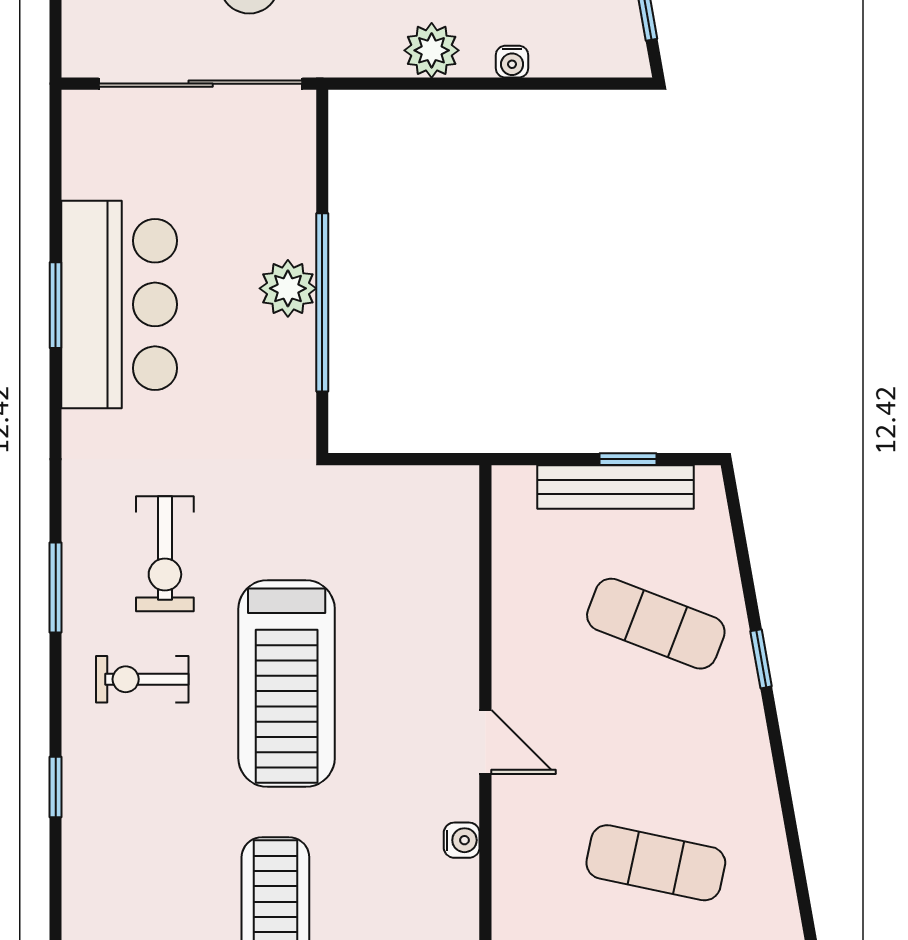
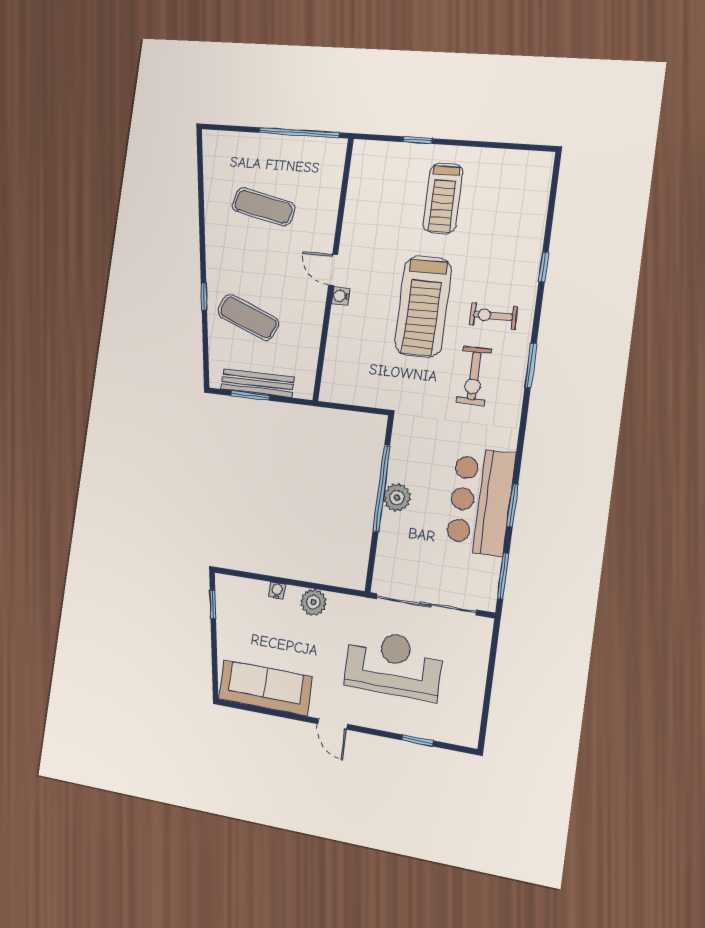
window: (56, 164) -> (503, 576), added
window: (628, 459) -> (250, 395), width x1.50
exercise bike: (165, 554) -> (474, 376), turned 180
exercise bike: (142, 679) -> (493, 316), turned 180
treadmill: (287, 684) -> (423, 307), turned 180
water cooler: (462, 840) -> (341, 296), moved

